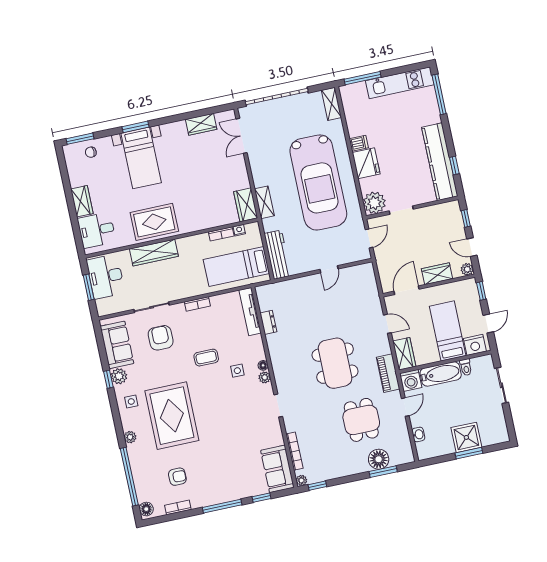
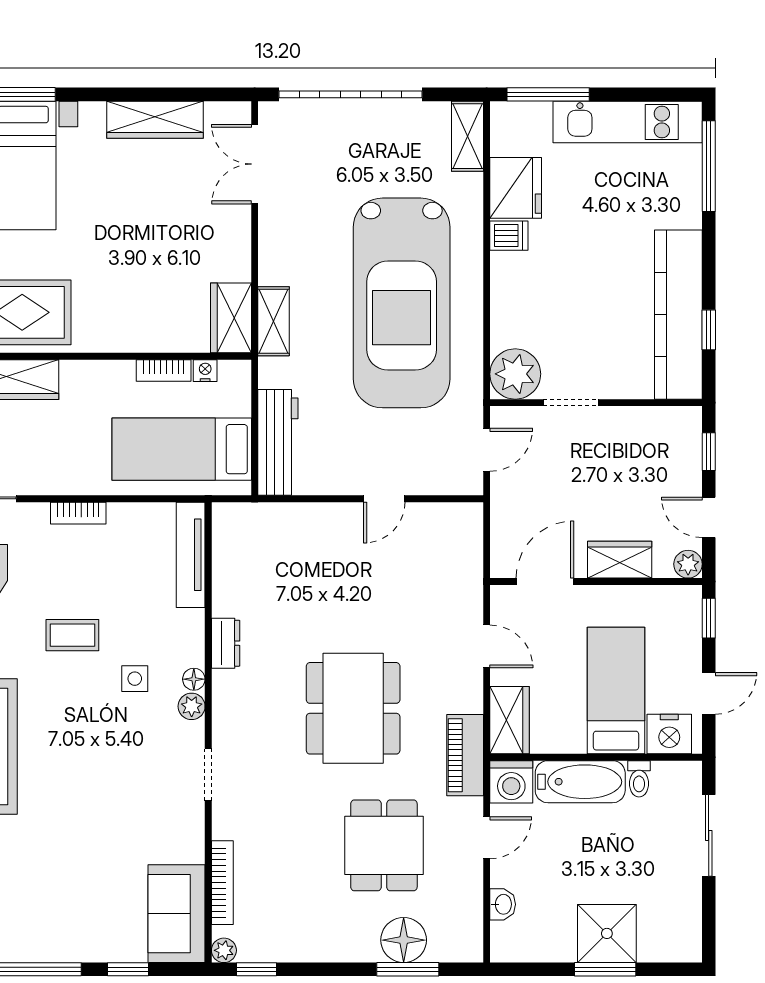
wardrobe: (201, 124) -> (155, 120), width x1.50
fridge: (366, 163) -> (516, 188), moved
dresser: (268, 322) -> (226, 643), moved

